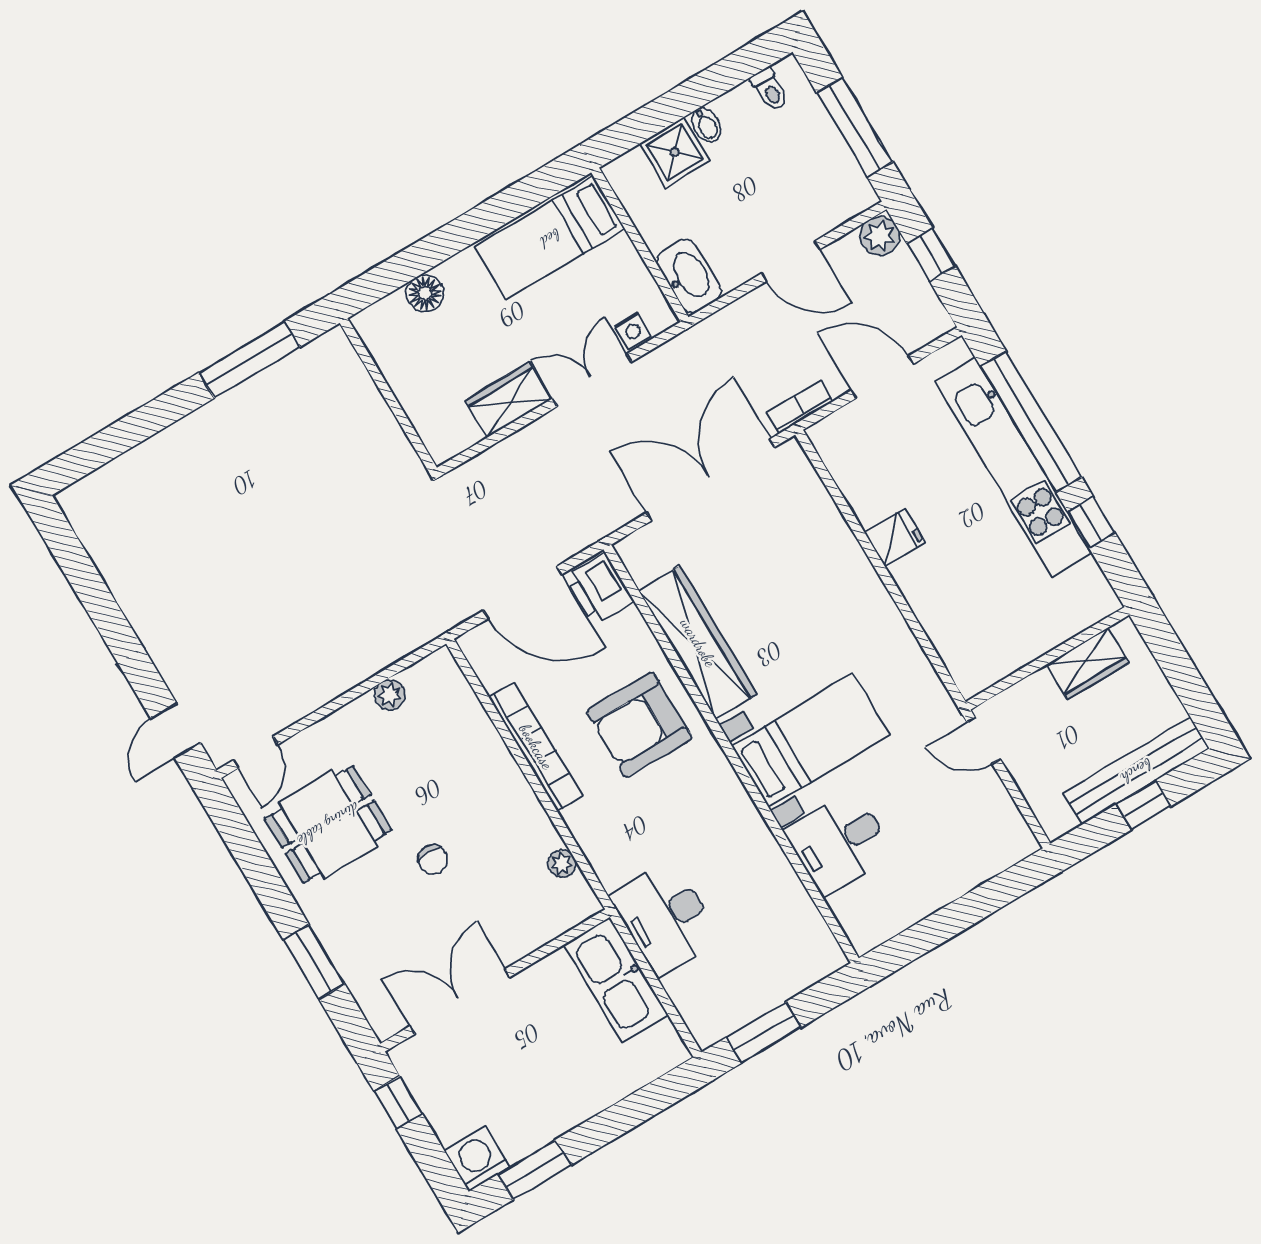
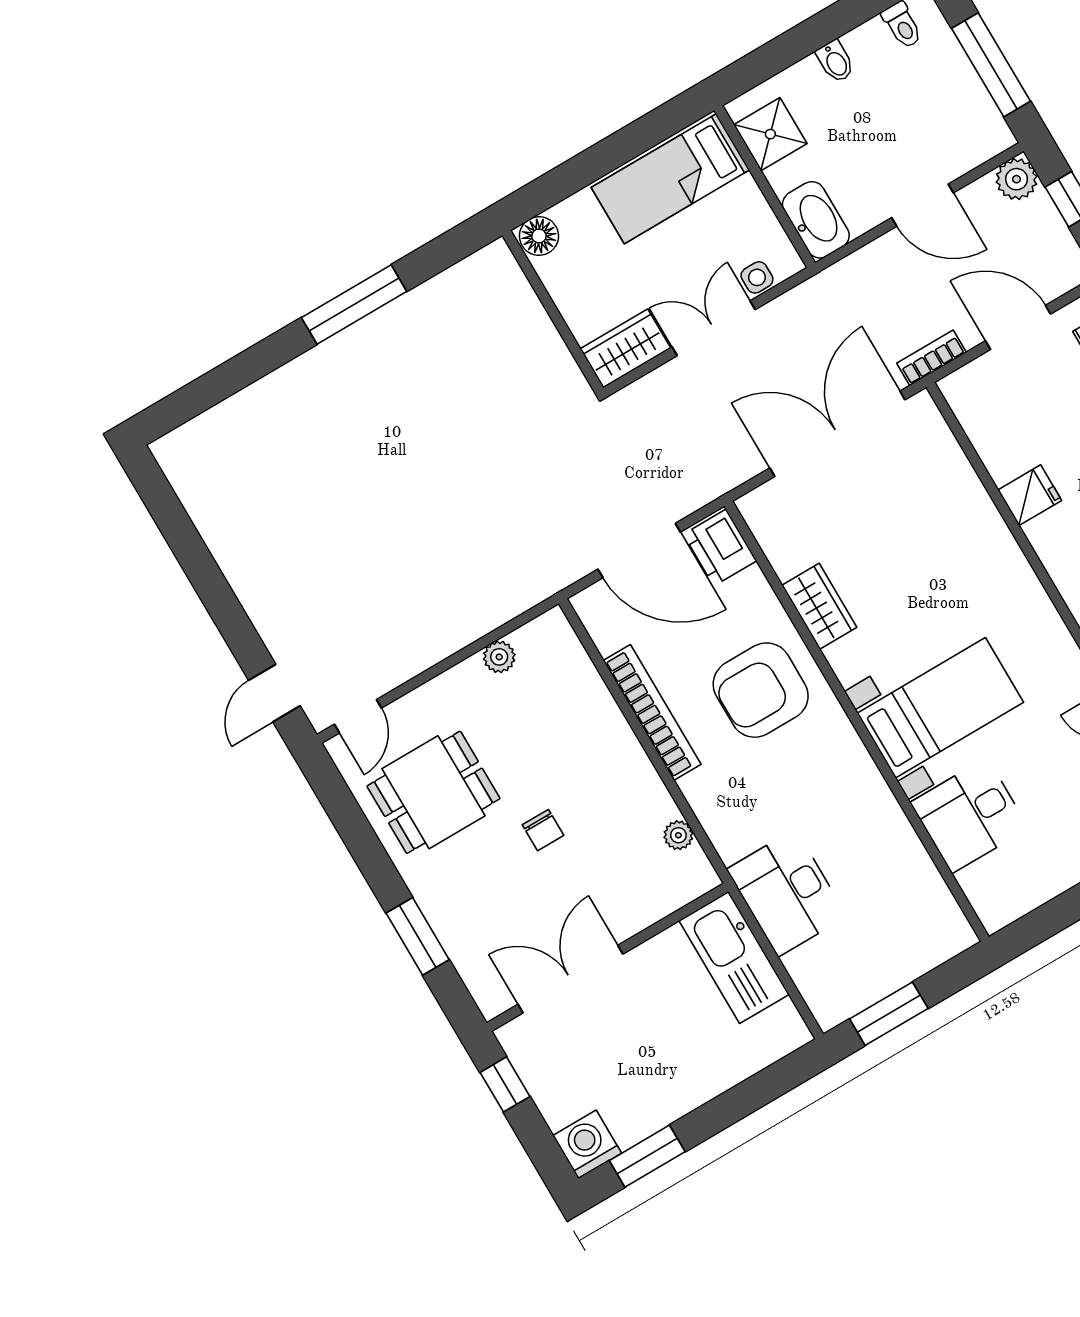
shower: (675, 152) -> (770, 134), moved
wall: (388, 395) -> (553, 311), moved
wardrobe: (698, 643) -> (819, 606), width x0.48, depth x0.85

